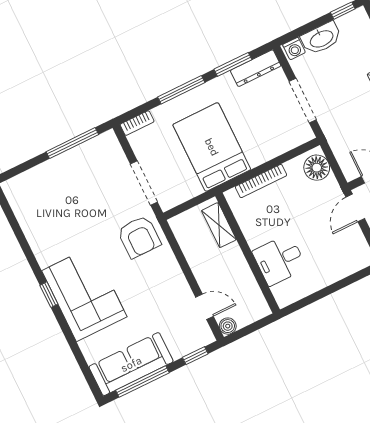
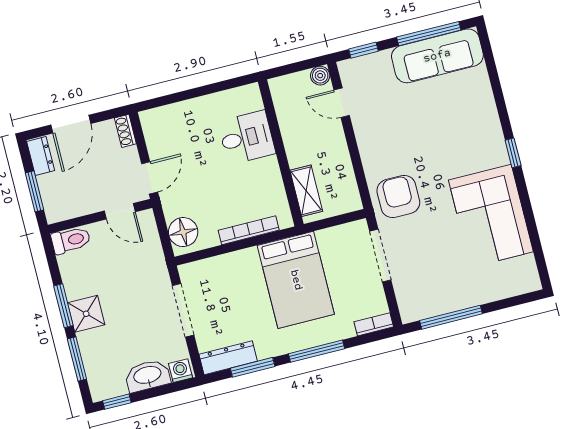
corner sofa: (84, 294) -> (491, 216), moved

